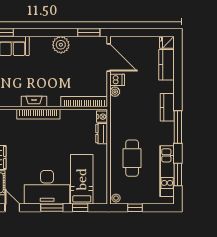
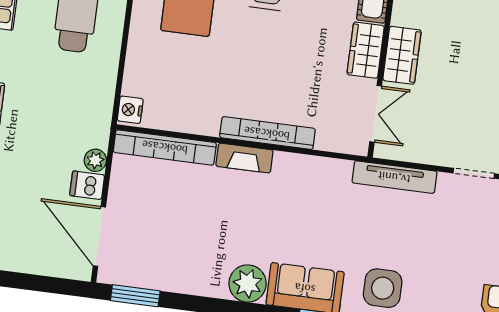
plant: (61, 45) -> (248, 283), moved
fireplace: (34, 101) -> (244, 158), moved
dresser: (102, 134) -> (136, 73), removed

